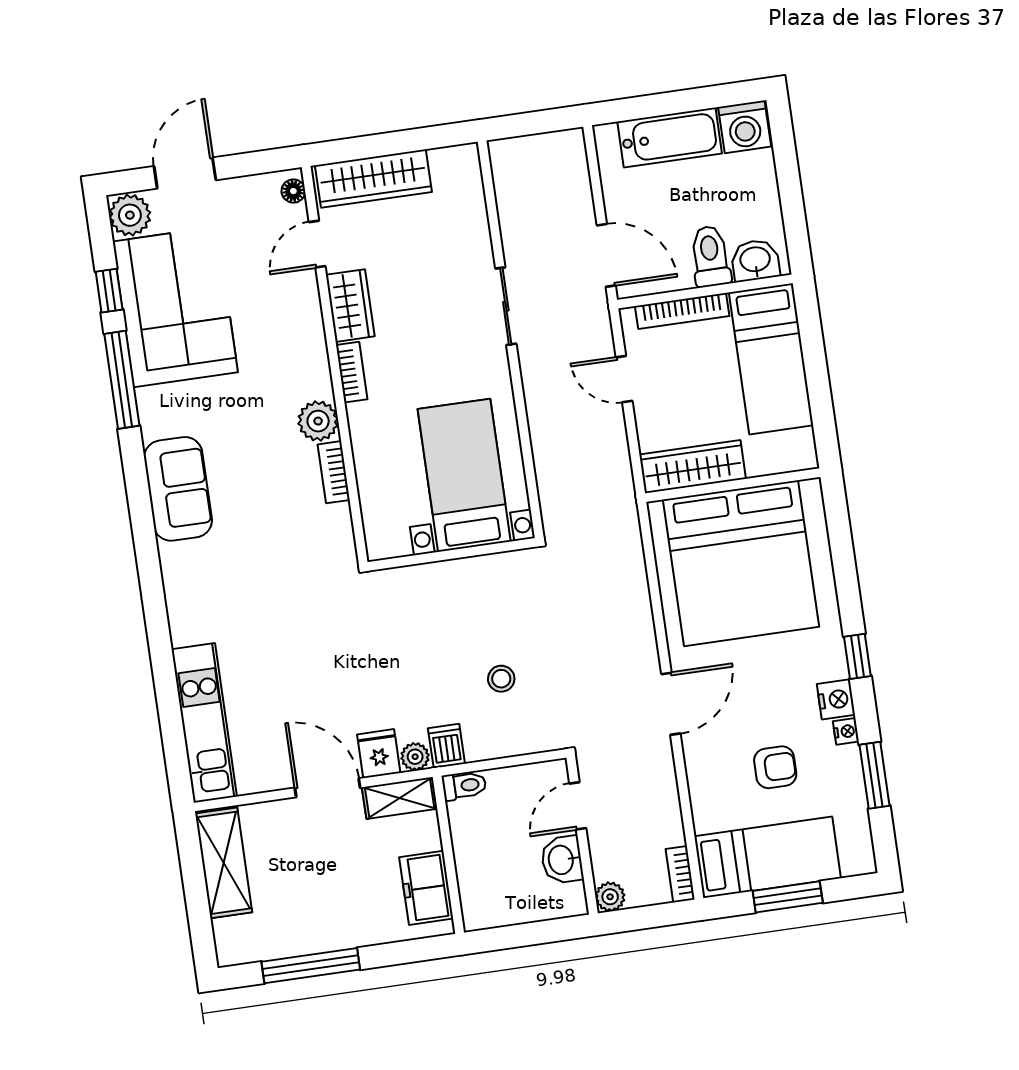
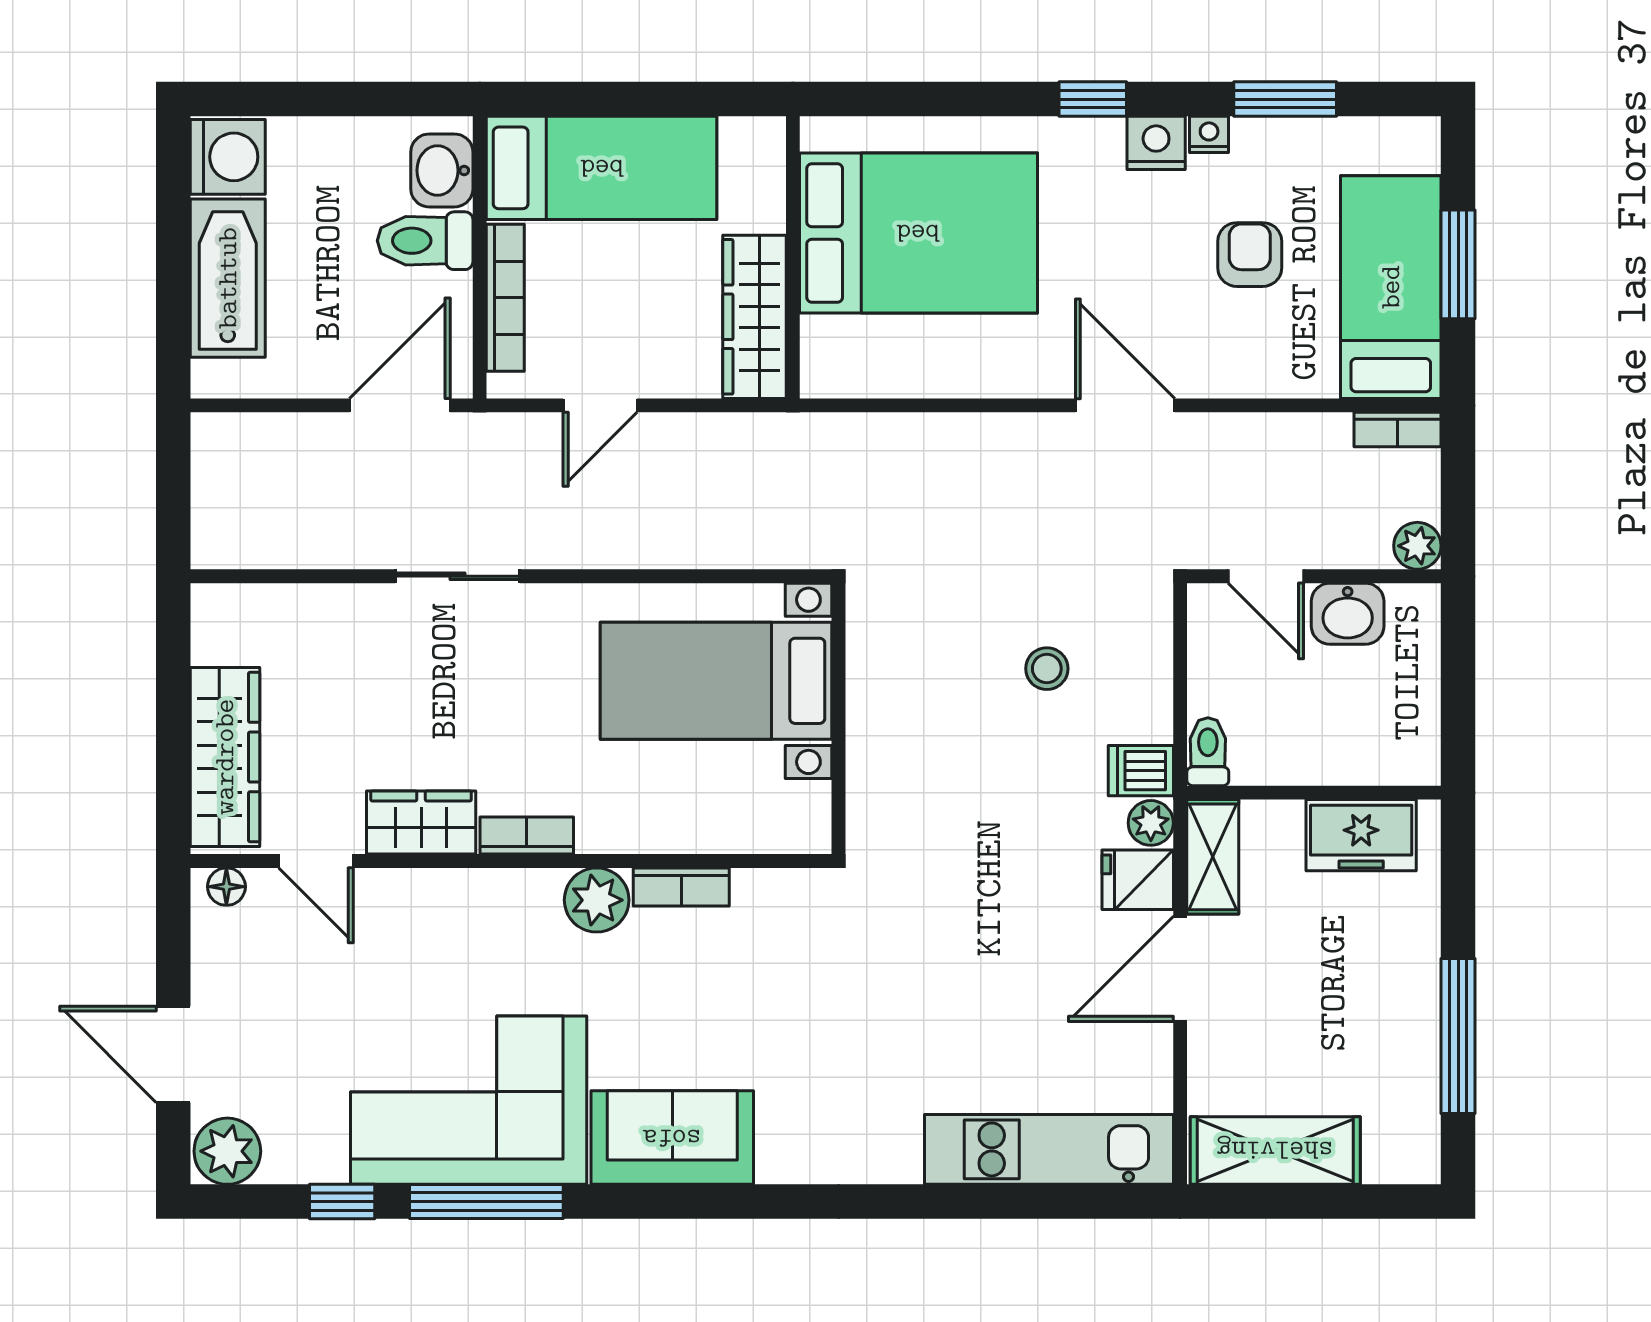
corner sofa: (175, 307) -> (469, 1100), moved
bed: (741, 563) -> (918, 233), width x0.73

